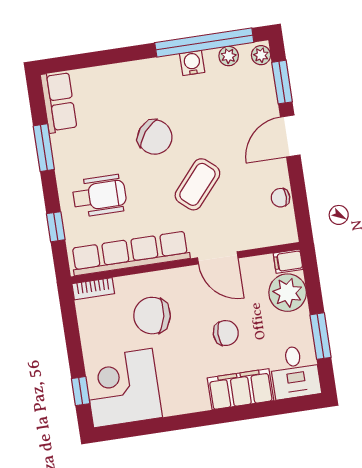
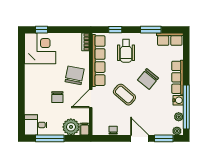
row of seats: (141, 72) -> (177, 77), added
chair: (152, 316) -> (75, 75), moved
window: (321, 336) -> (50, 138), width x1.44
filing cabinet: (241, 389) -> (32, 100), removed

